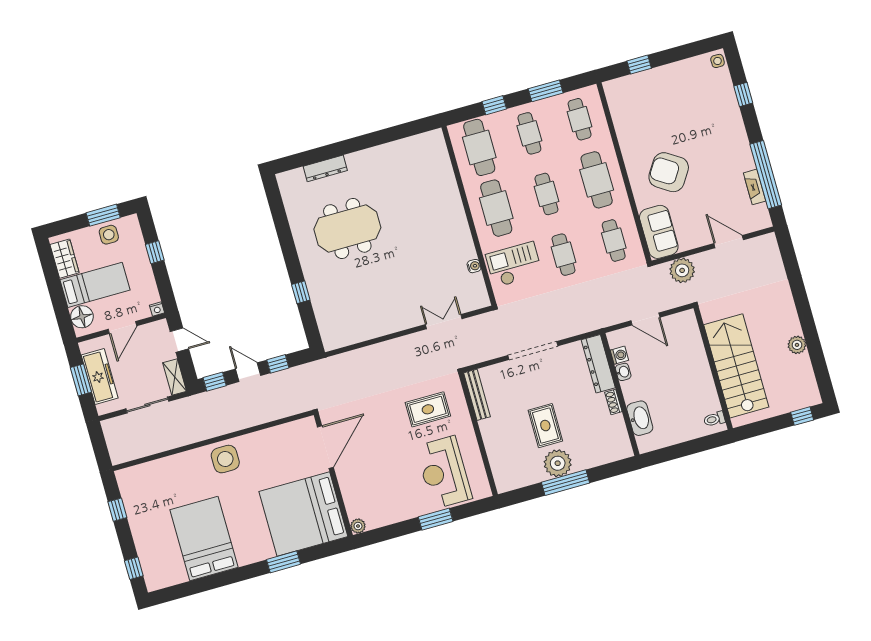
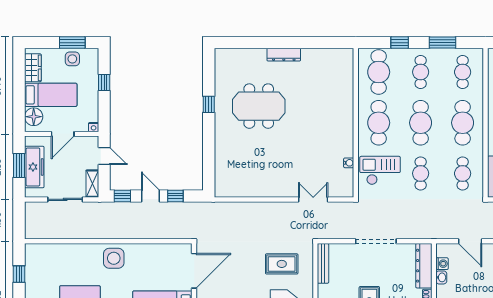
dresser: (325, 168) -> (284, 55), moved
cafe table: (546, 194) -> (421, 123), width x1.37, depth x1.35
window: (301, 292) -> (209, 104), moved

